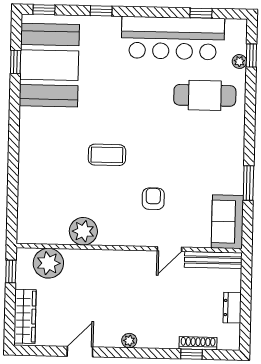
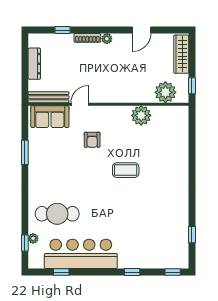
booth: (49, 65) -> (168, 233), removed
sofa: (227, 222) -> (50, 117), moved, turned 90
dresser: (232, 308) -> (34, 64), width x1.44
shoe rack: (198, 343) -> (87, 38), moved

